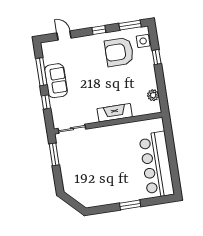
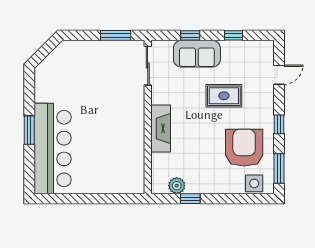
window: (157, 57) -> (190, 199), moved
window: (41, 72) -> (233, 35), width x0.46
rug: (85, 72) -> (224, 96), added
sofa: (56, 81) -> (197, 54), moved
bar counter: (157, 165) -> (53, 149), moved, turned 90

